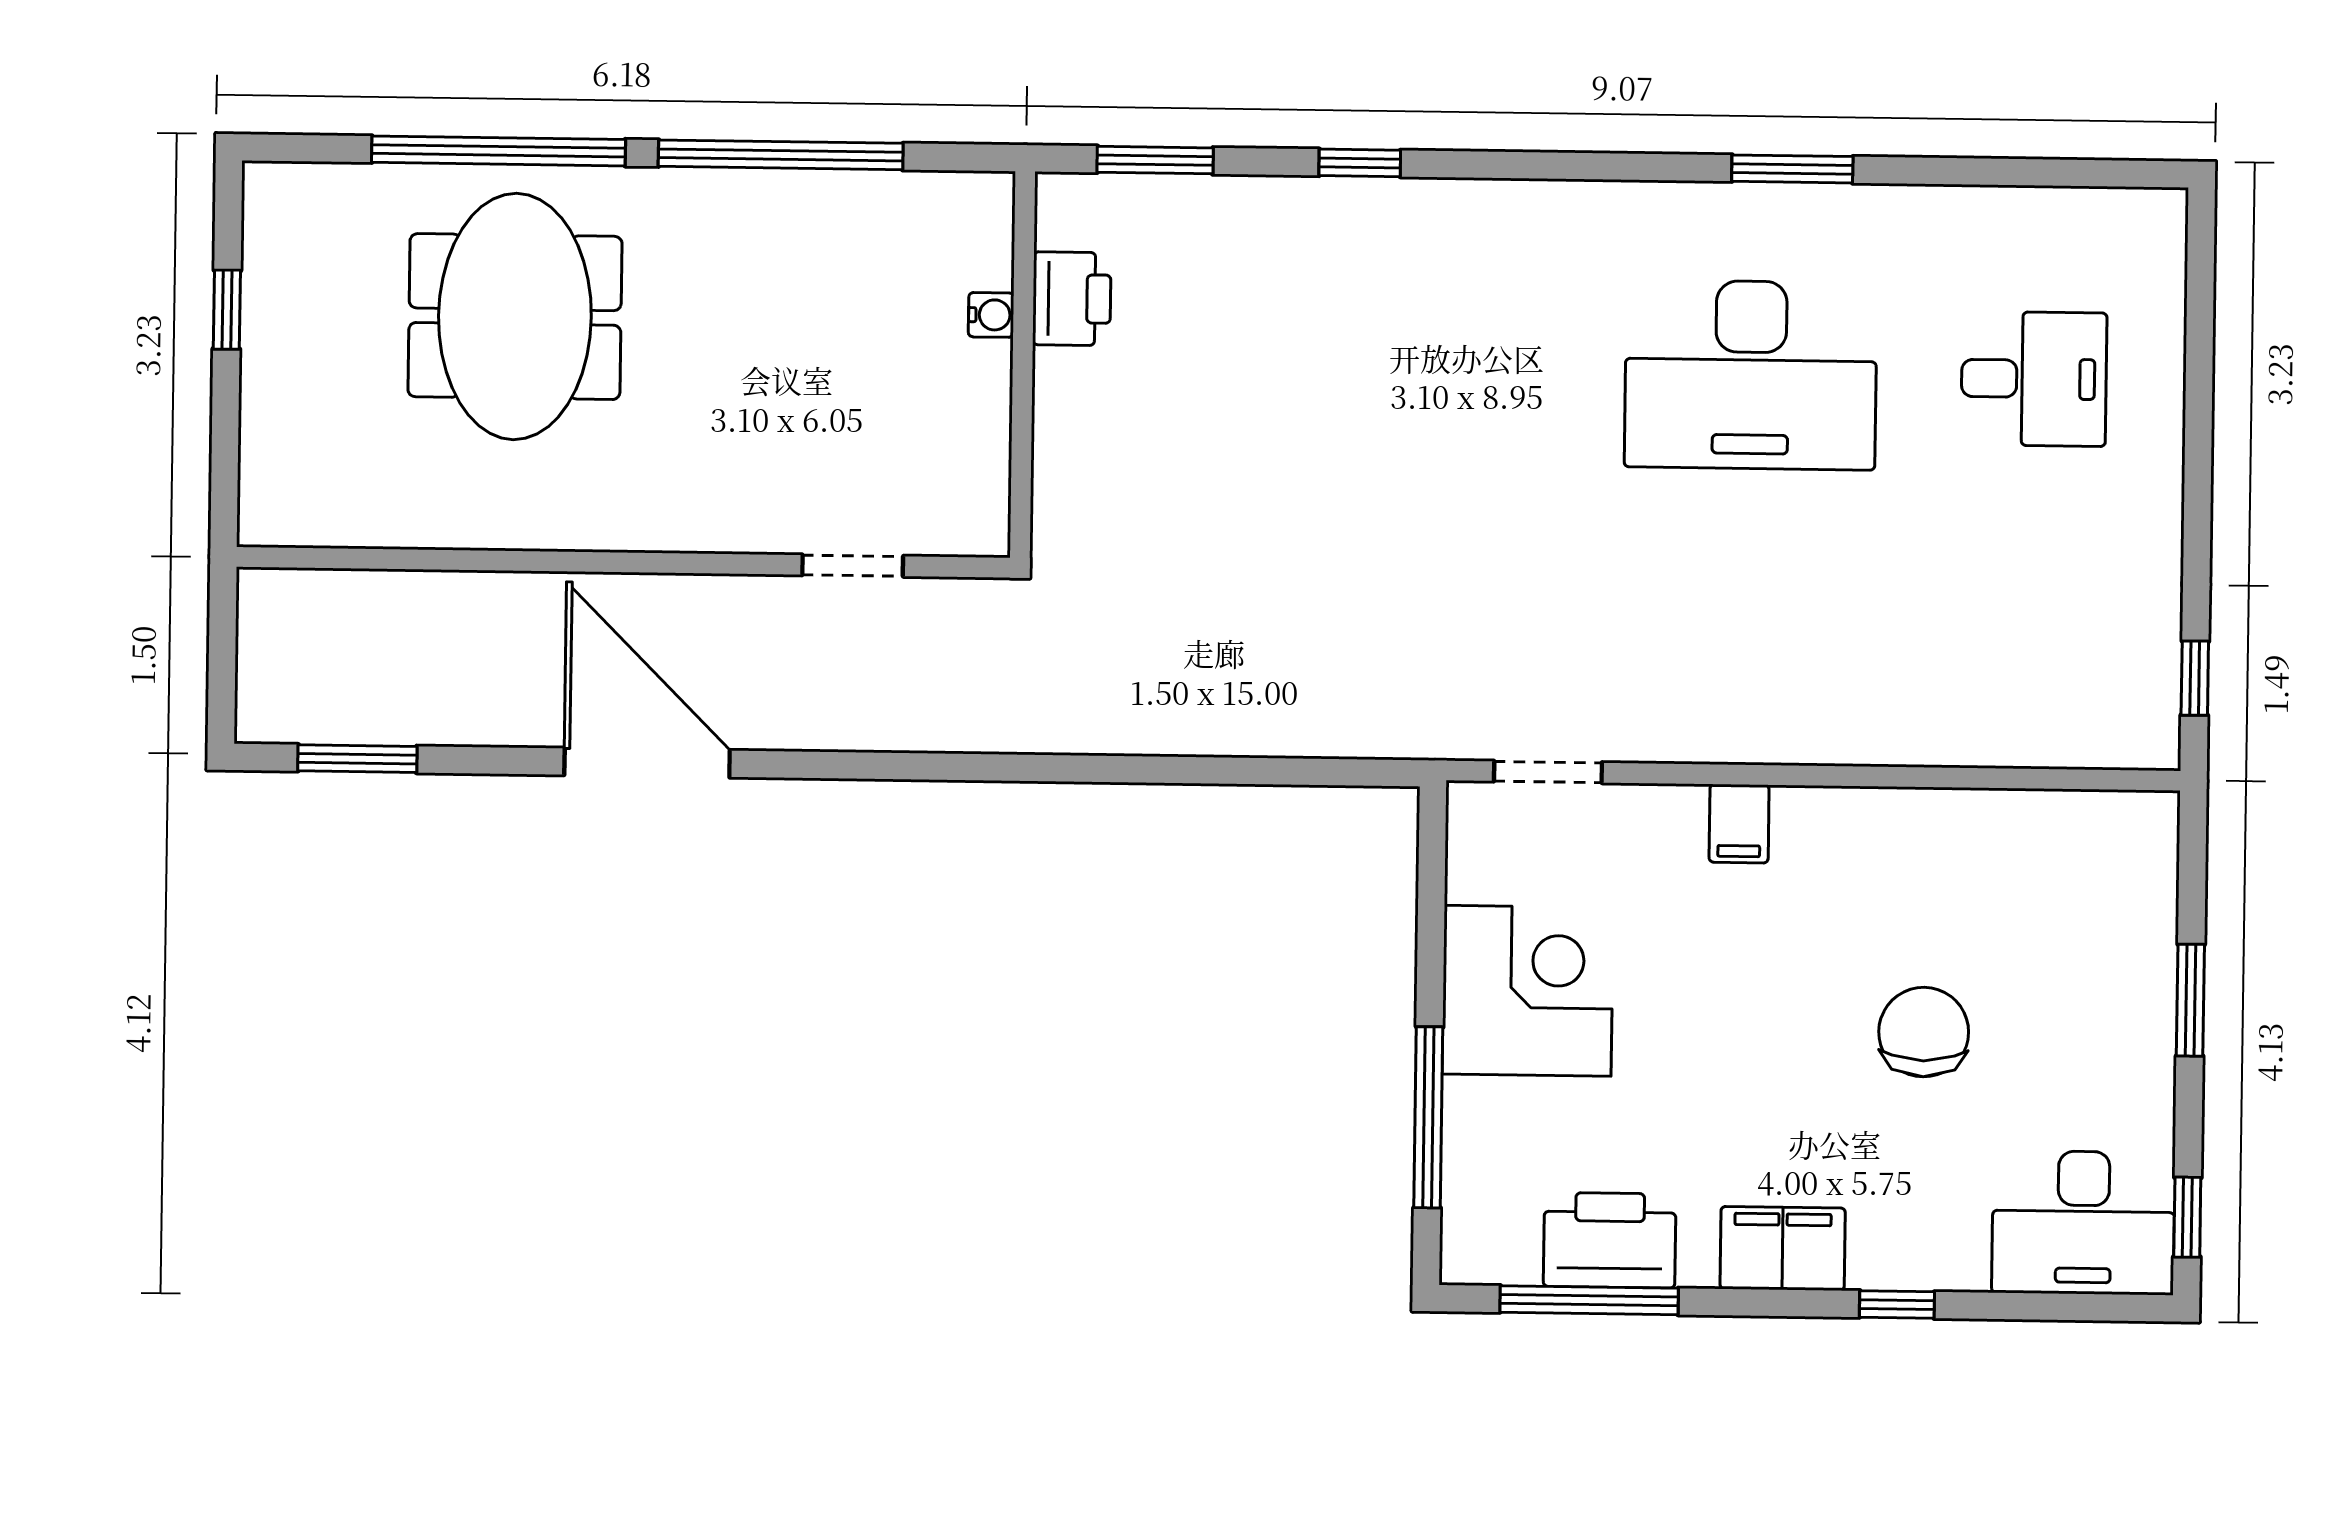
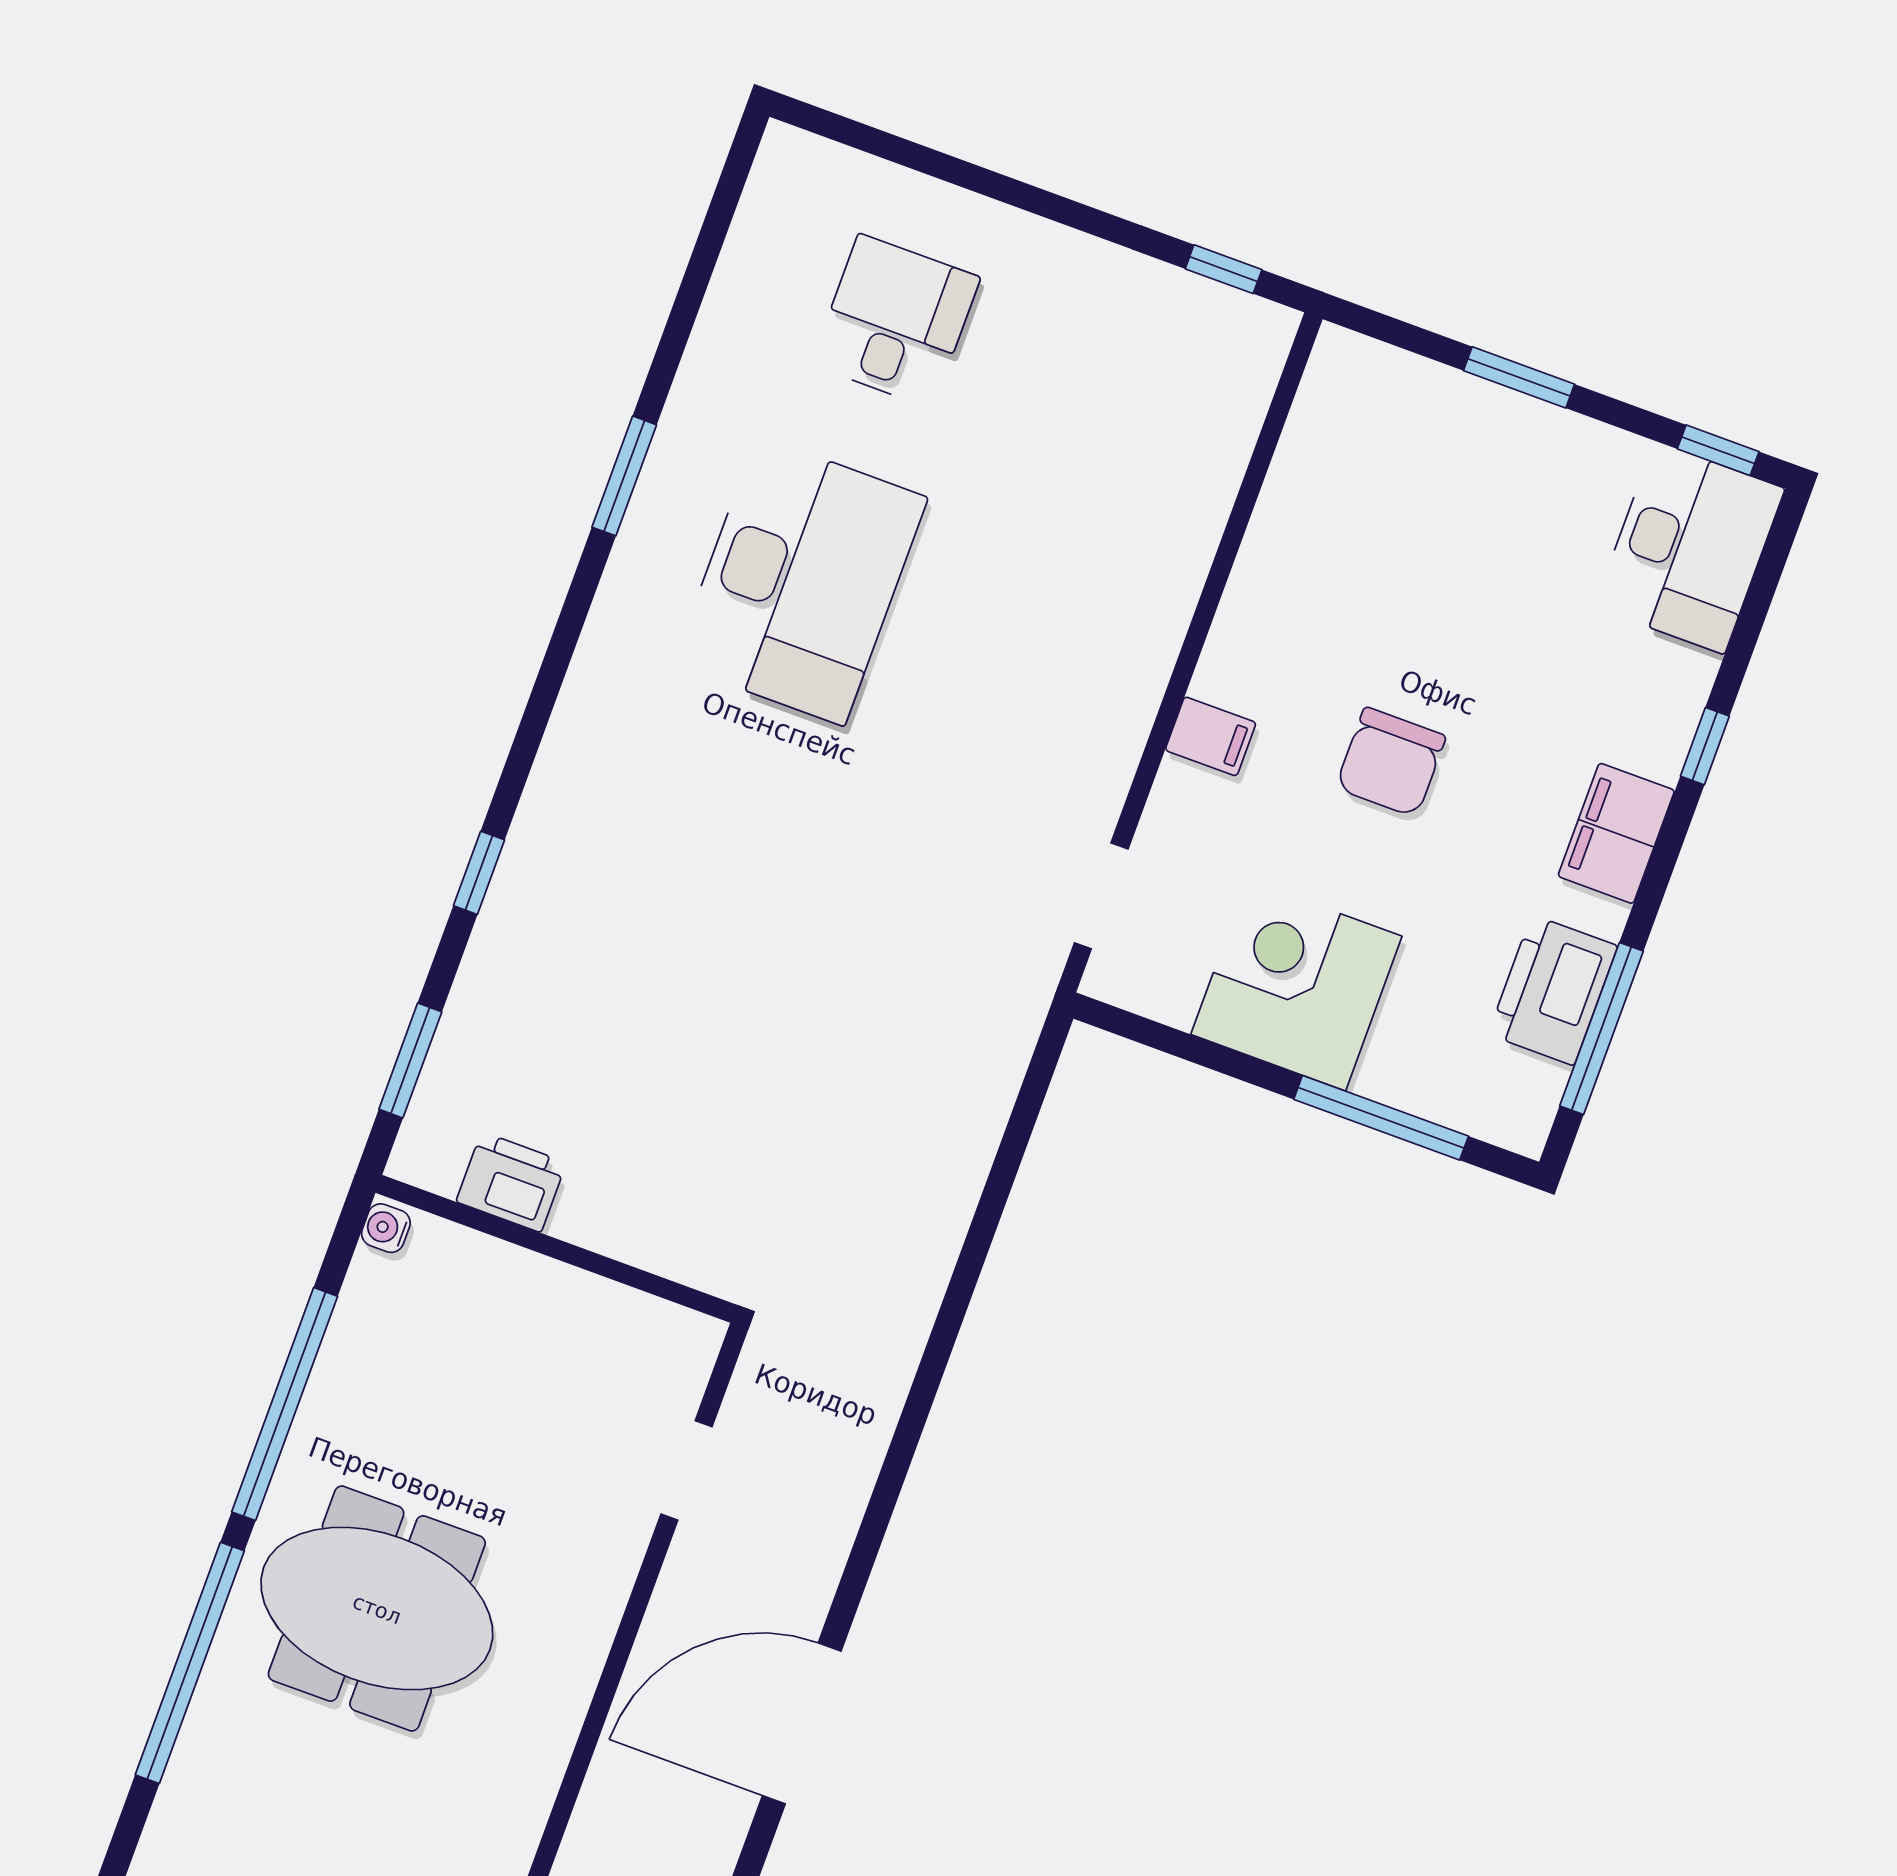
water cooler: (991, 315) -> (386, 1228), moved, turned -90
meeting table: (515, 317) -> (377, 1609), moved
chair: (1924, 1032) -> (1391, 762), moved, turned -90

